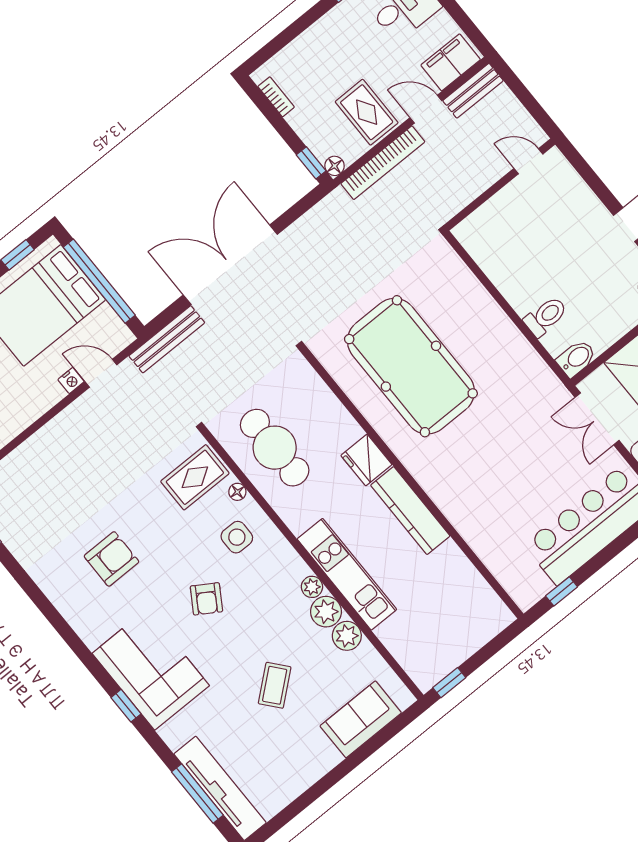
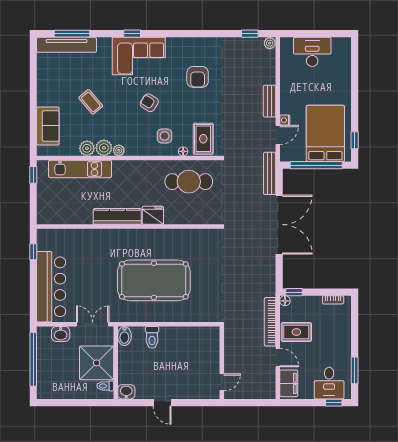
bench: (473, 91) -> (270, 101), moved
door: (426, 109) -> (278, 357), hinge flipped
pool table: (411, 366) -> (154, 280), moved
kitchen unit: (347, 574) -> (80, 169), moved

